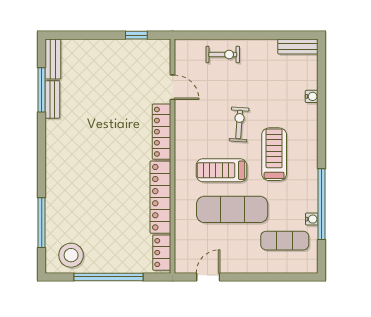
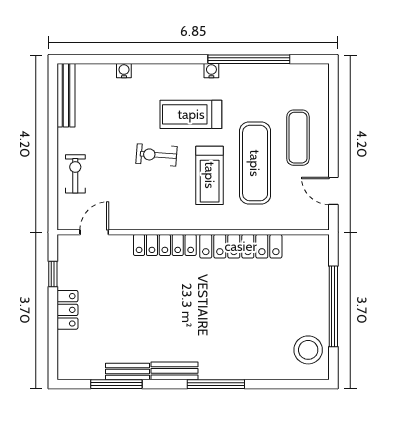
bench: (298, 46) -> (66, 95), width x1.36
bench: (53, 59) -> (174, 371), moved
door: (173, 87) -> (94, 232), moved
water cooler: (312, 219) -> (211, 71), moved
window: (42, 223) -> (216, 384), moved
exercise mat: (285, 241) -> (298, 138), moved
locker: (162, 253) -> (67, 310), moved, turned -90

